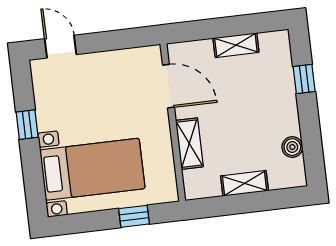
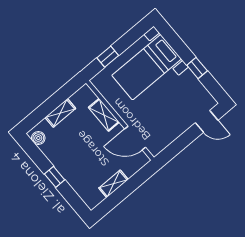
window: (304, 79) -> (55, 177), moved
boiler: (292, 147) -> (38, 138), moved

